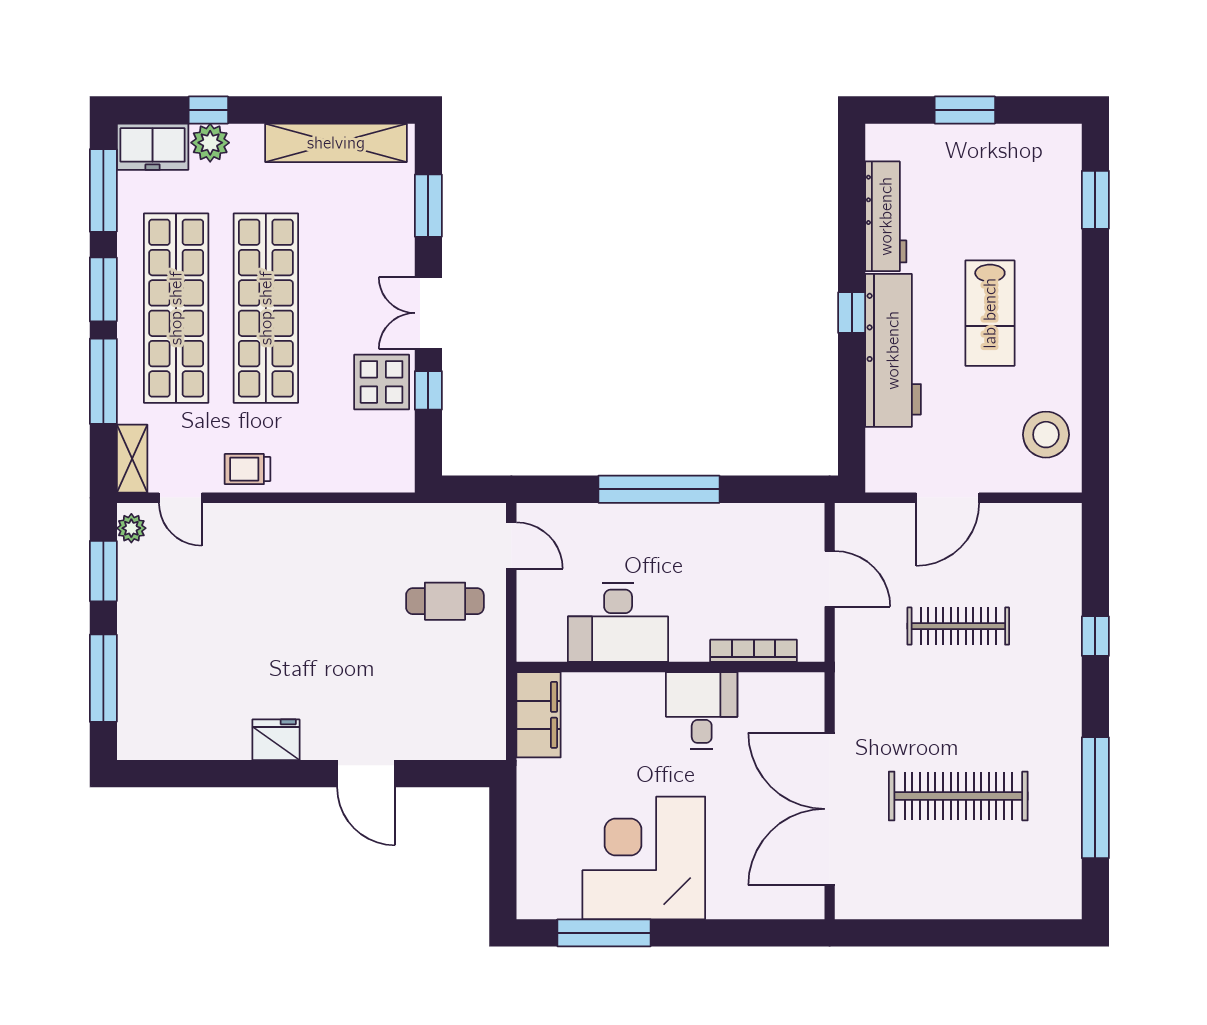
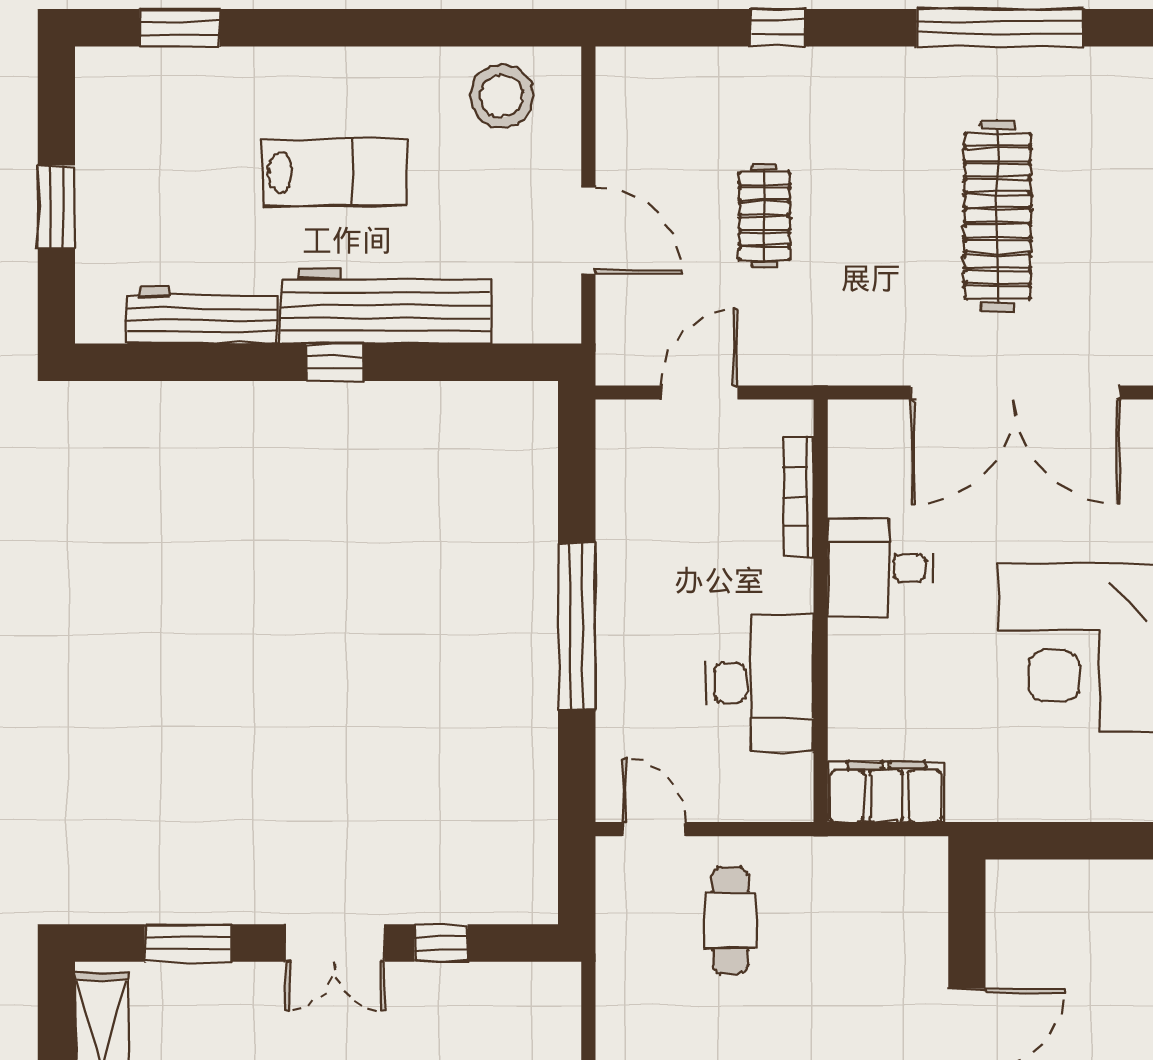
display table: (382, 382) -> (430, 1007), removed
door: (511, 546) -> (654, 829), hinge flipped
clothes rail: (958, 626) -> (764, 216), width x0.73

